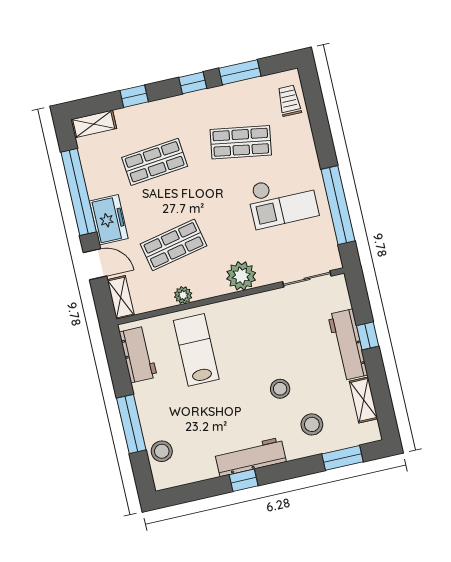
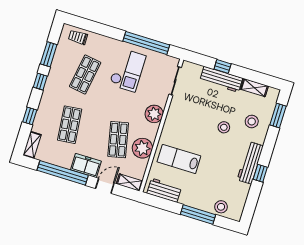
plant: (183, 295) -> (142, 148), width x1.88, depth x1.88

